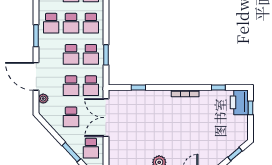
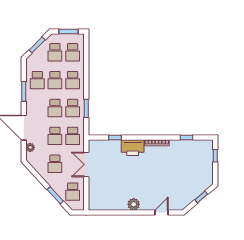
printer: (239, 102) -> (133, 148), moved, turned -90
double door: (106, 118) -> (86, 164), width x0.73

